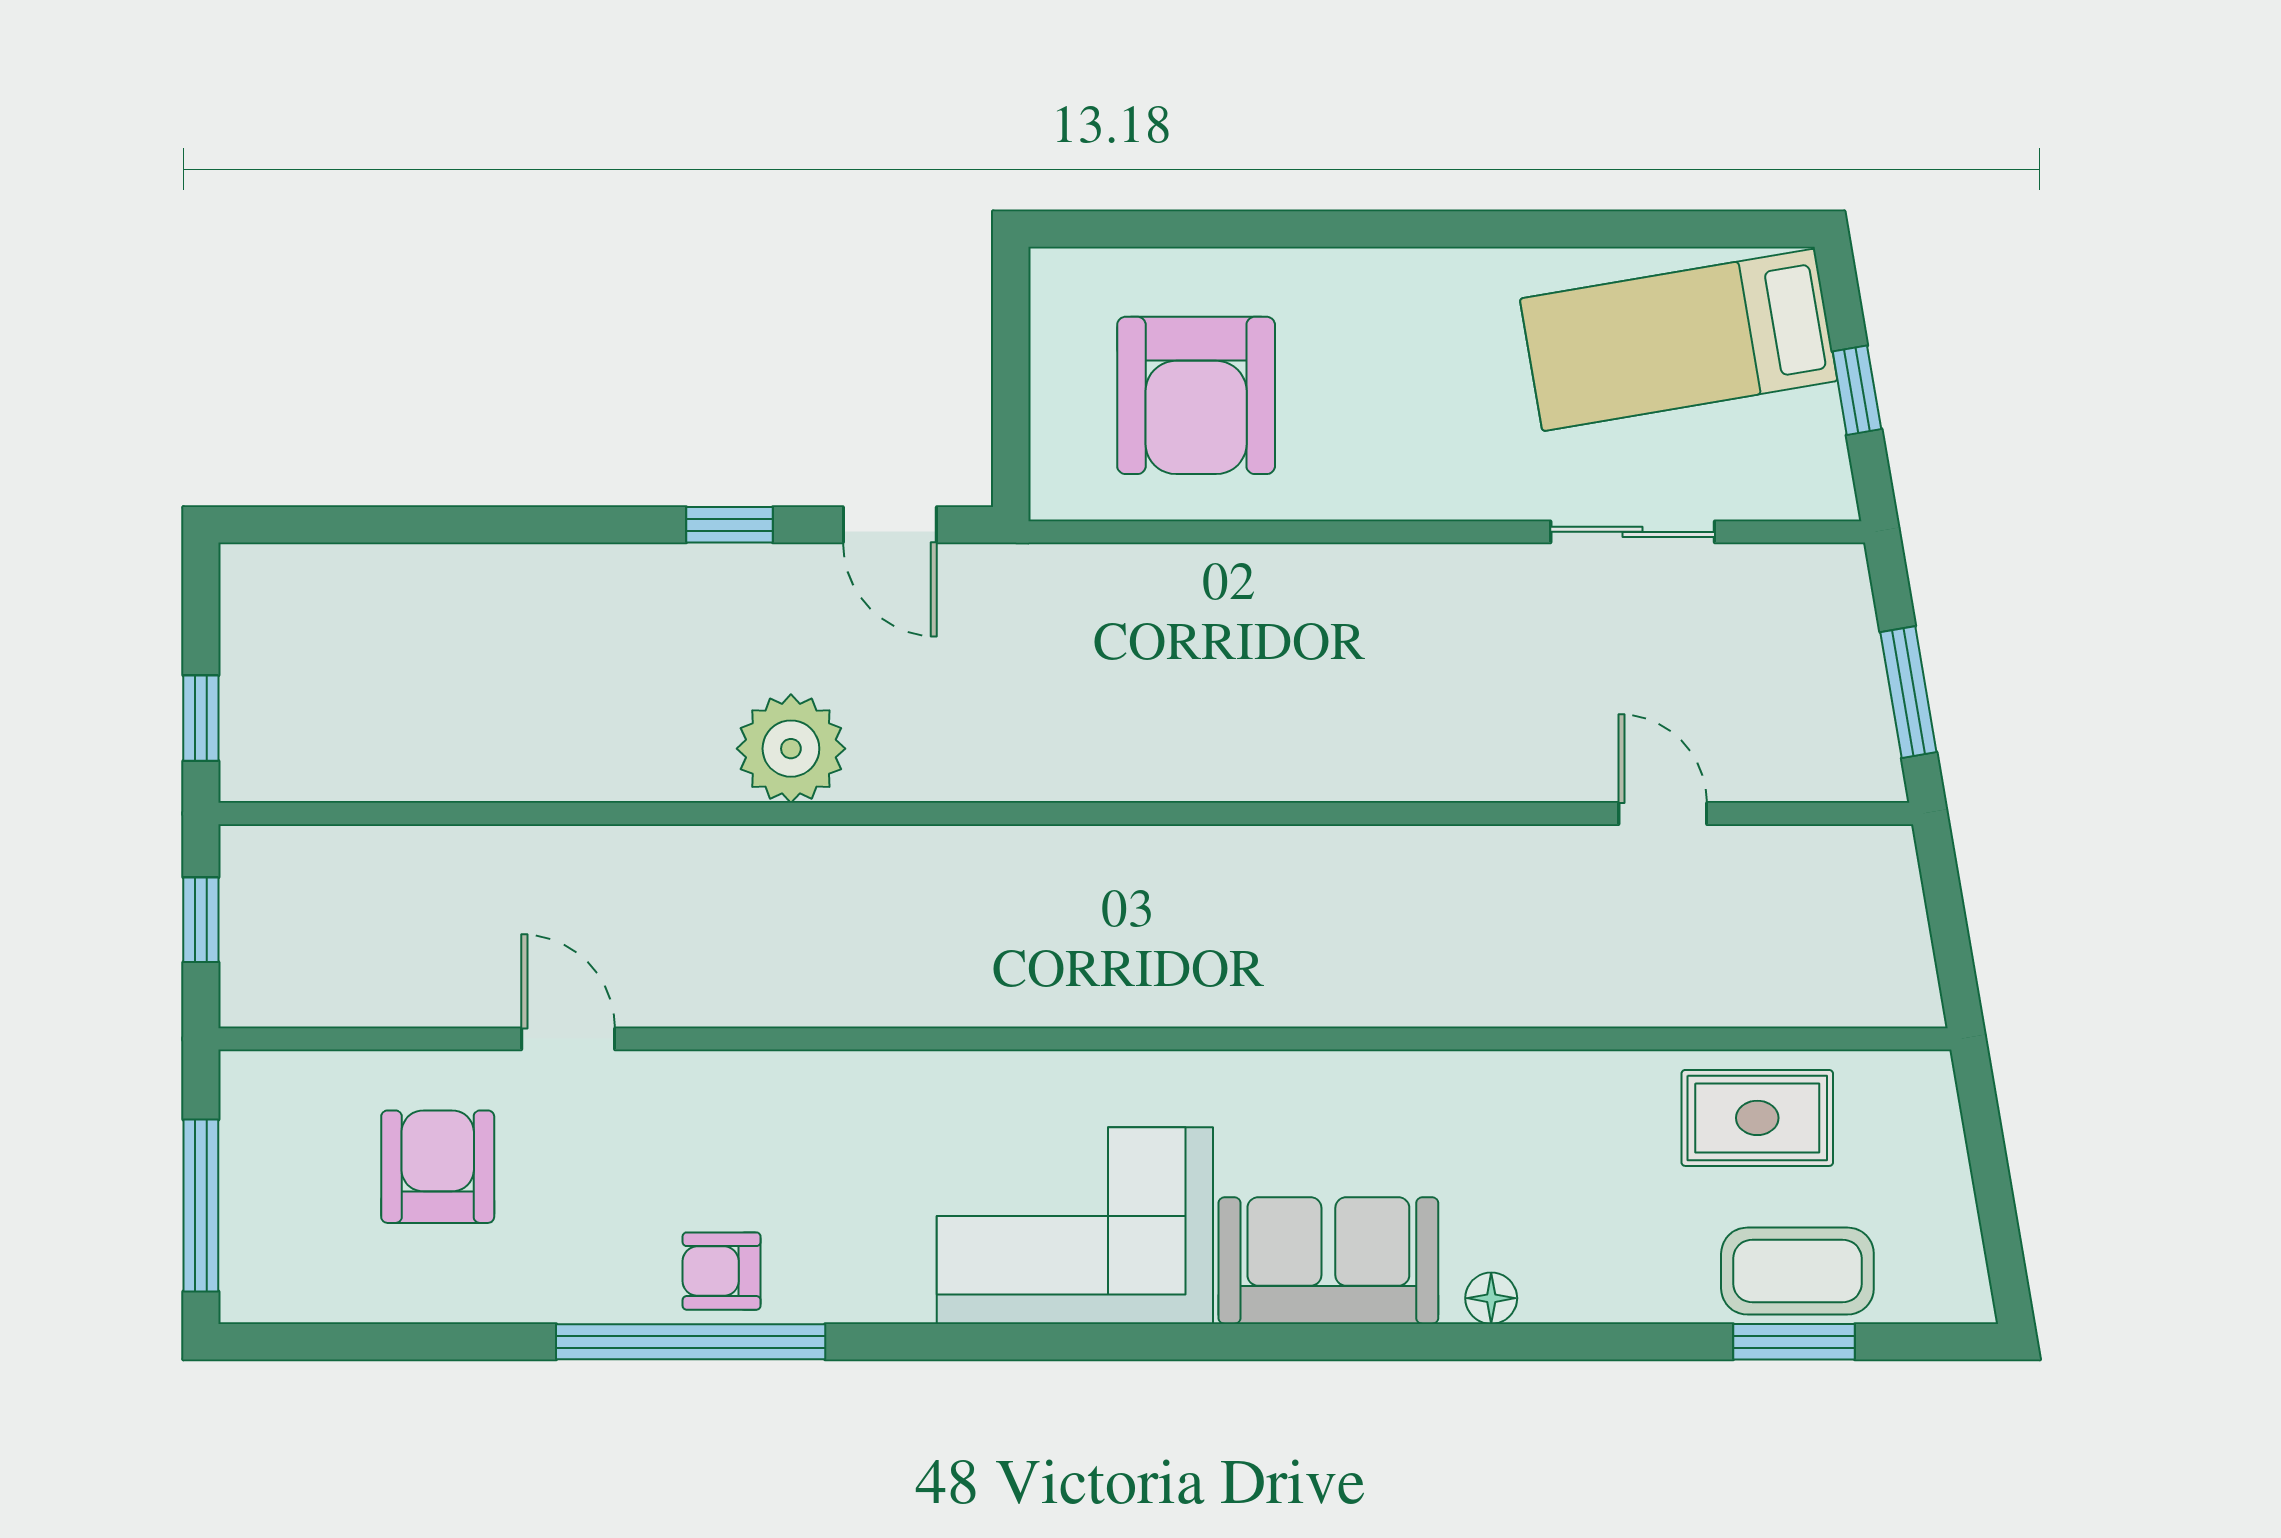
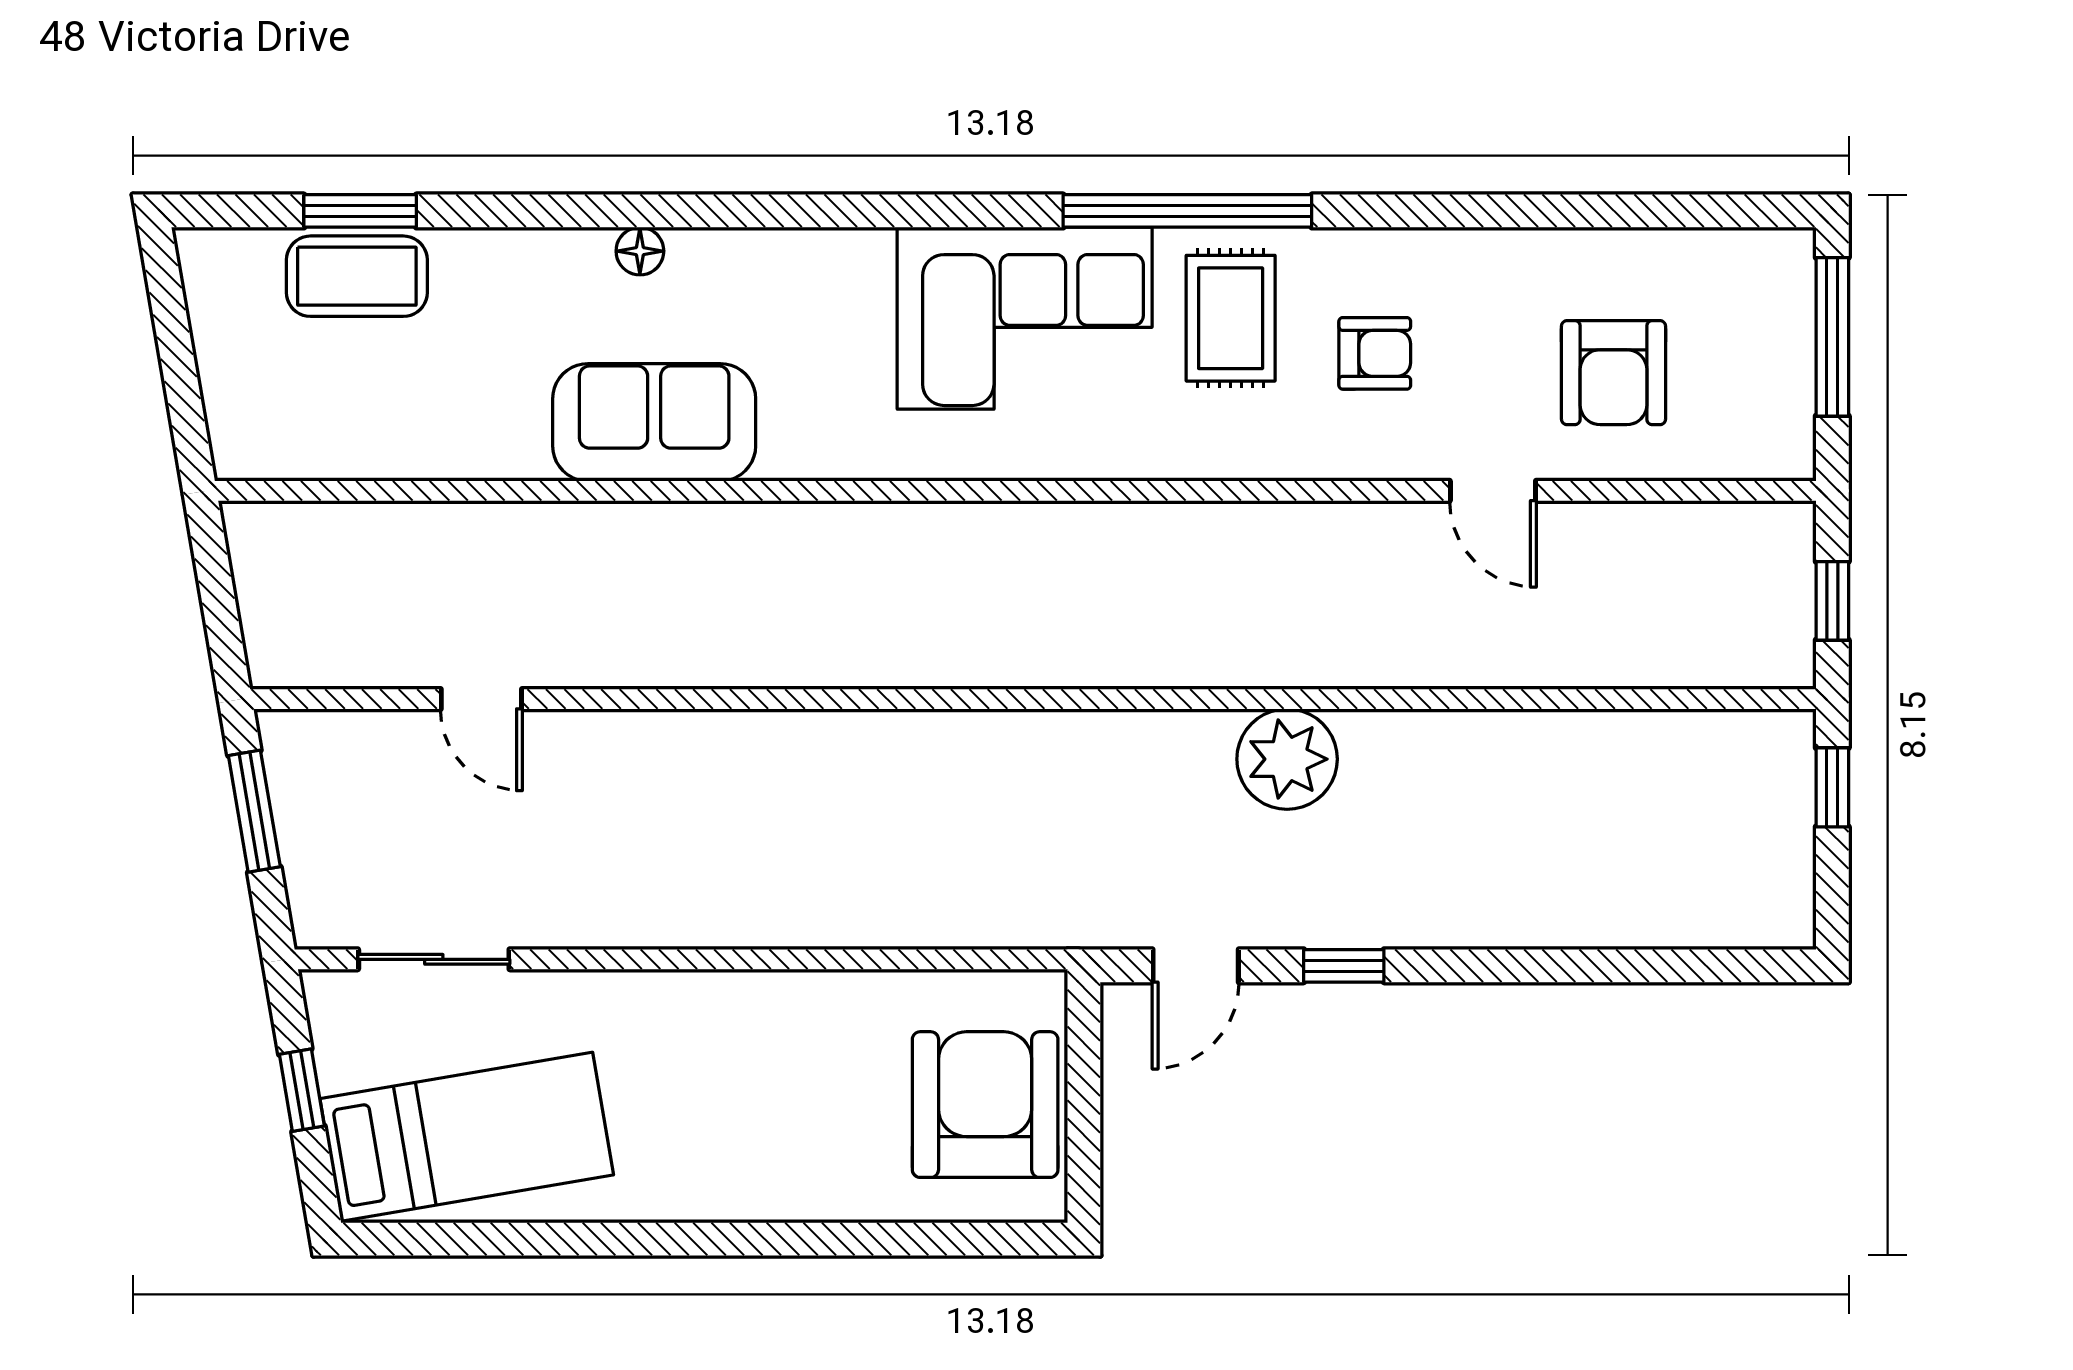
armchair: (1196, 395) -> (985, 1105), moved
door: (890, 525) -> (1196, 966), swing flipped
sliding door: (1633, 532) -> (434, 959), moved
rug: (1757, 1118) -> (1231, 318), moved, turned 90
sofa: (1328, 1261) -> (654, 422), moved, turned 180
armchair: (722, 1271) -> (1375, 353), moved
window: (691, 1342) -> (1187, 211), moved

